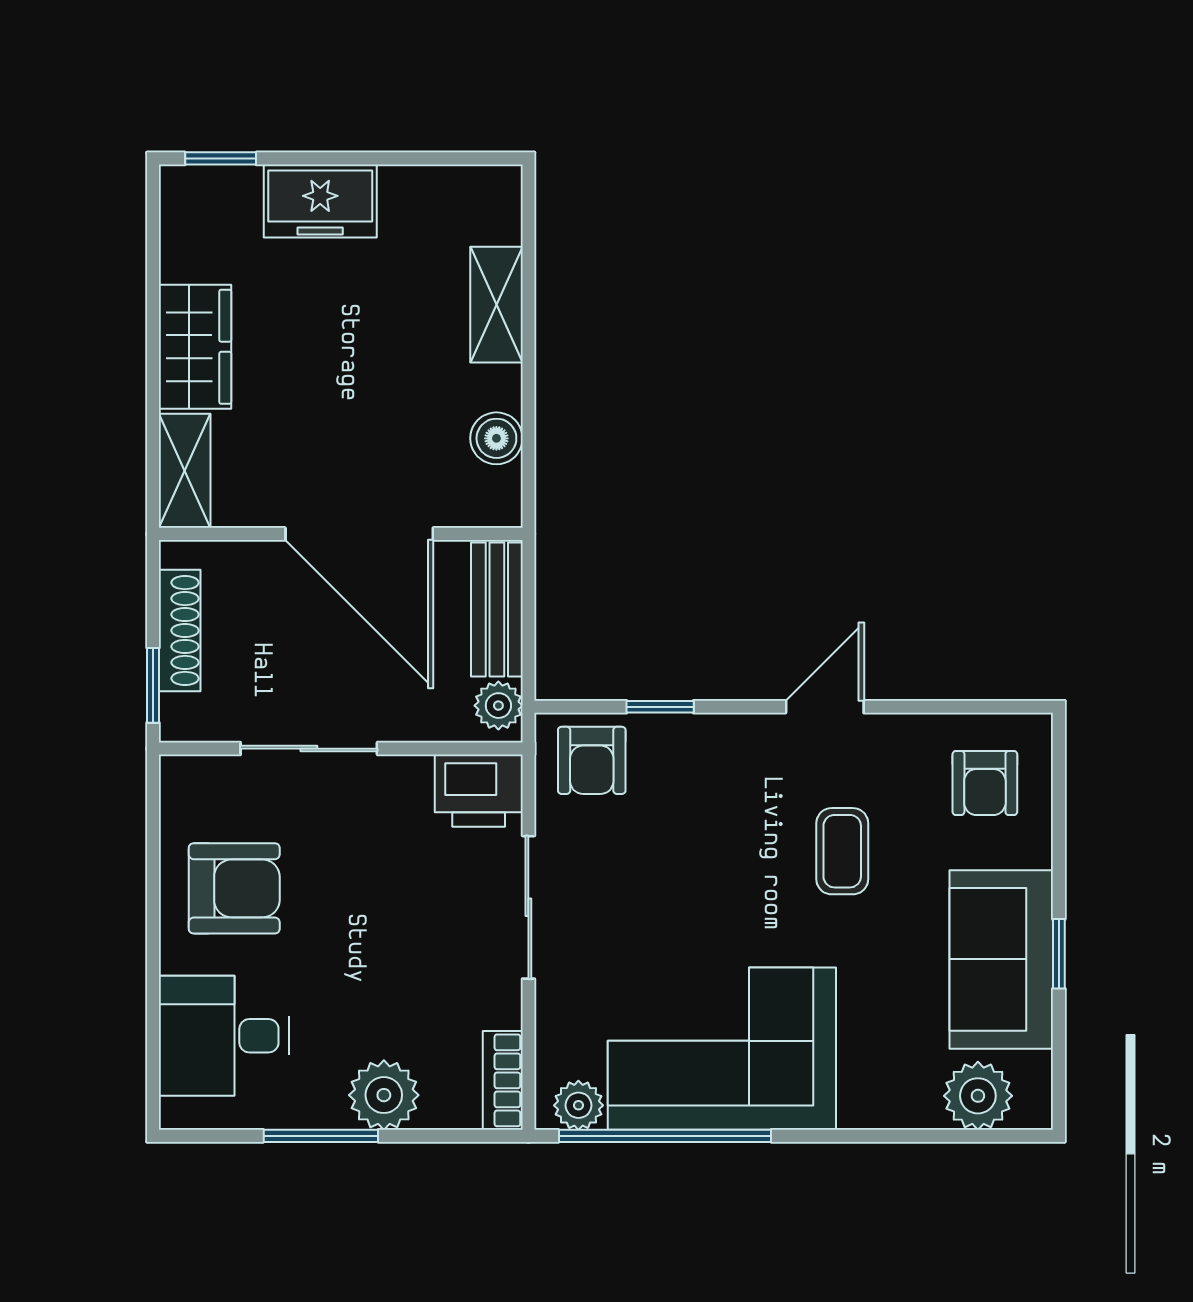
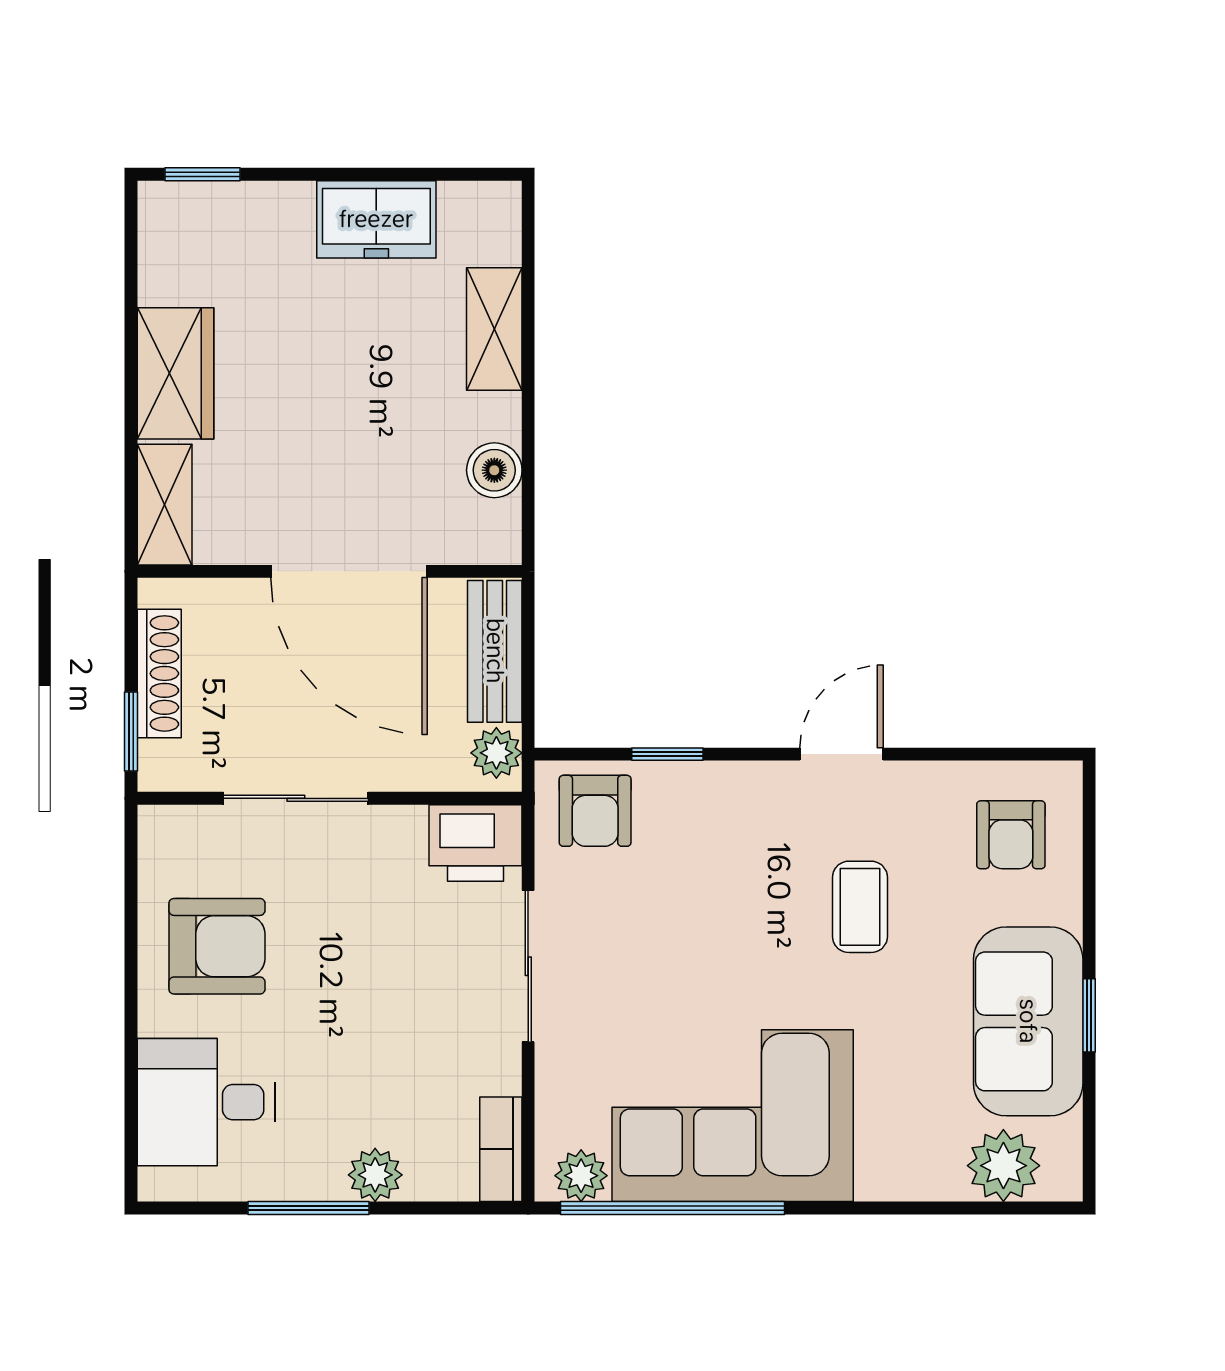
freezer: (320, 201) -> (376, 219), moved
plant: (384, 1095) -> (375, 1175), width x0.73, depth x0.73

